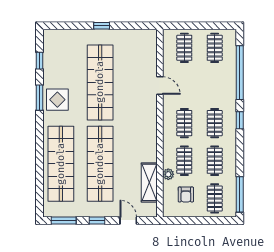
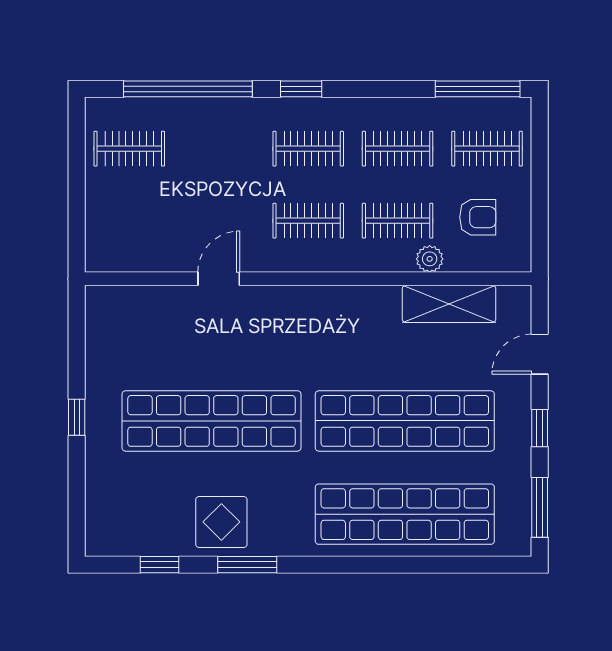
clothes rail: (184, 48) -> (129, 221), removed
display table: (57, 100) -> (221, 522), moved

